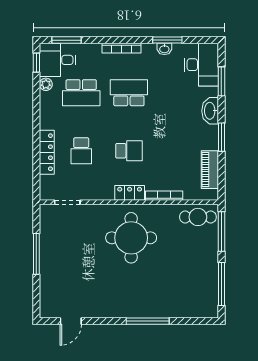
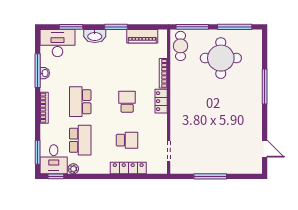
window: (167, 40) -> (38, 71), width x1.44
round table: (131, 238) -> (221, 58), moved

